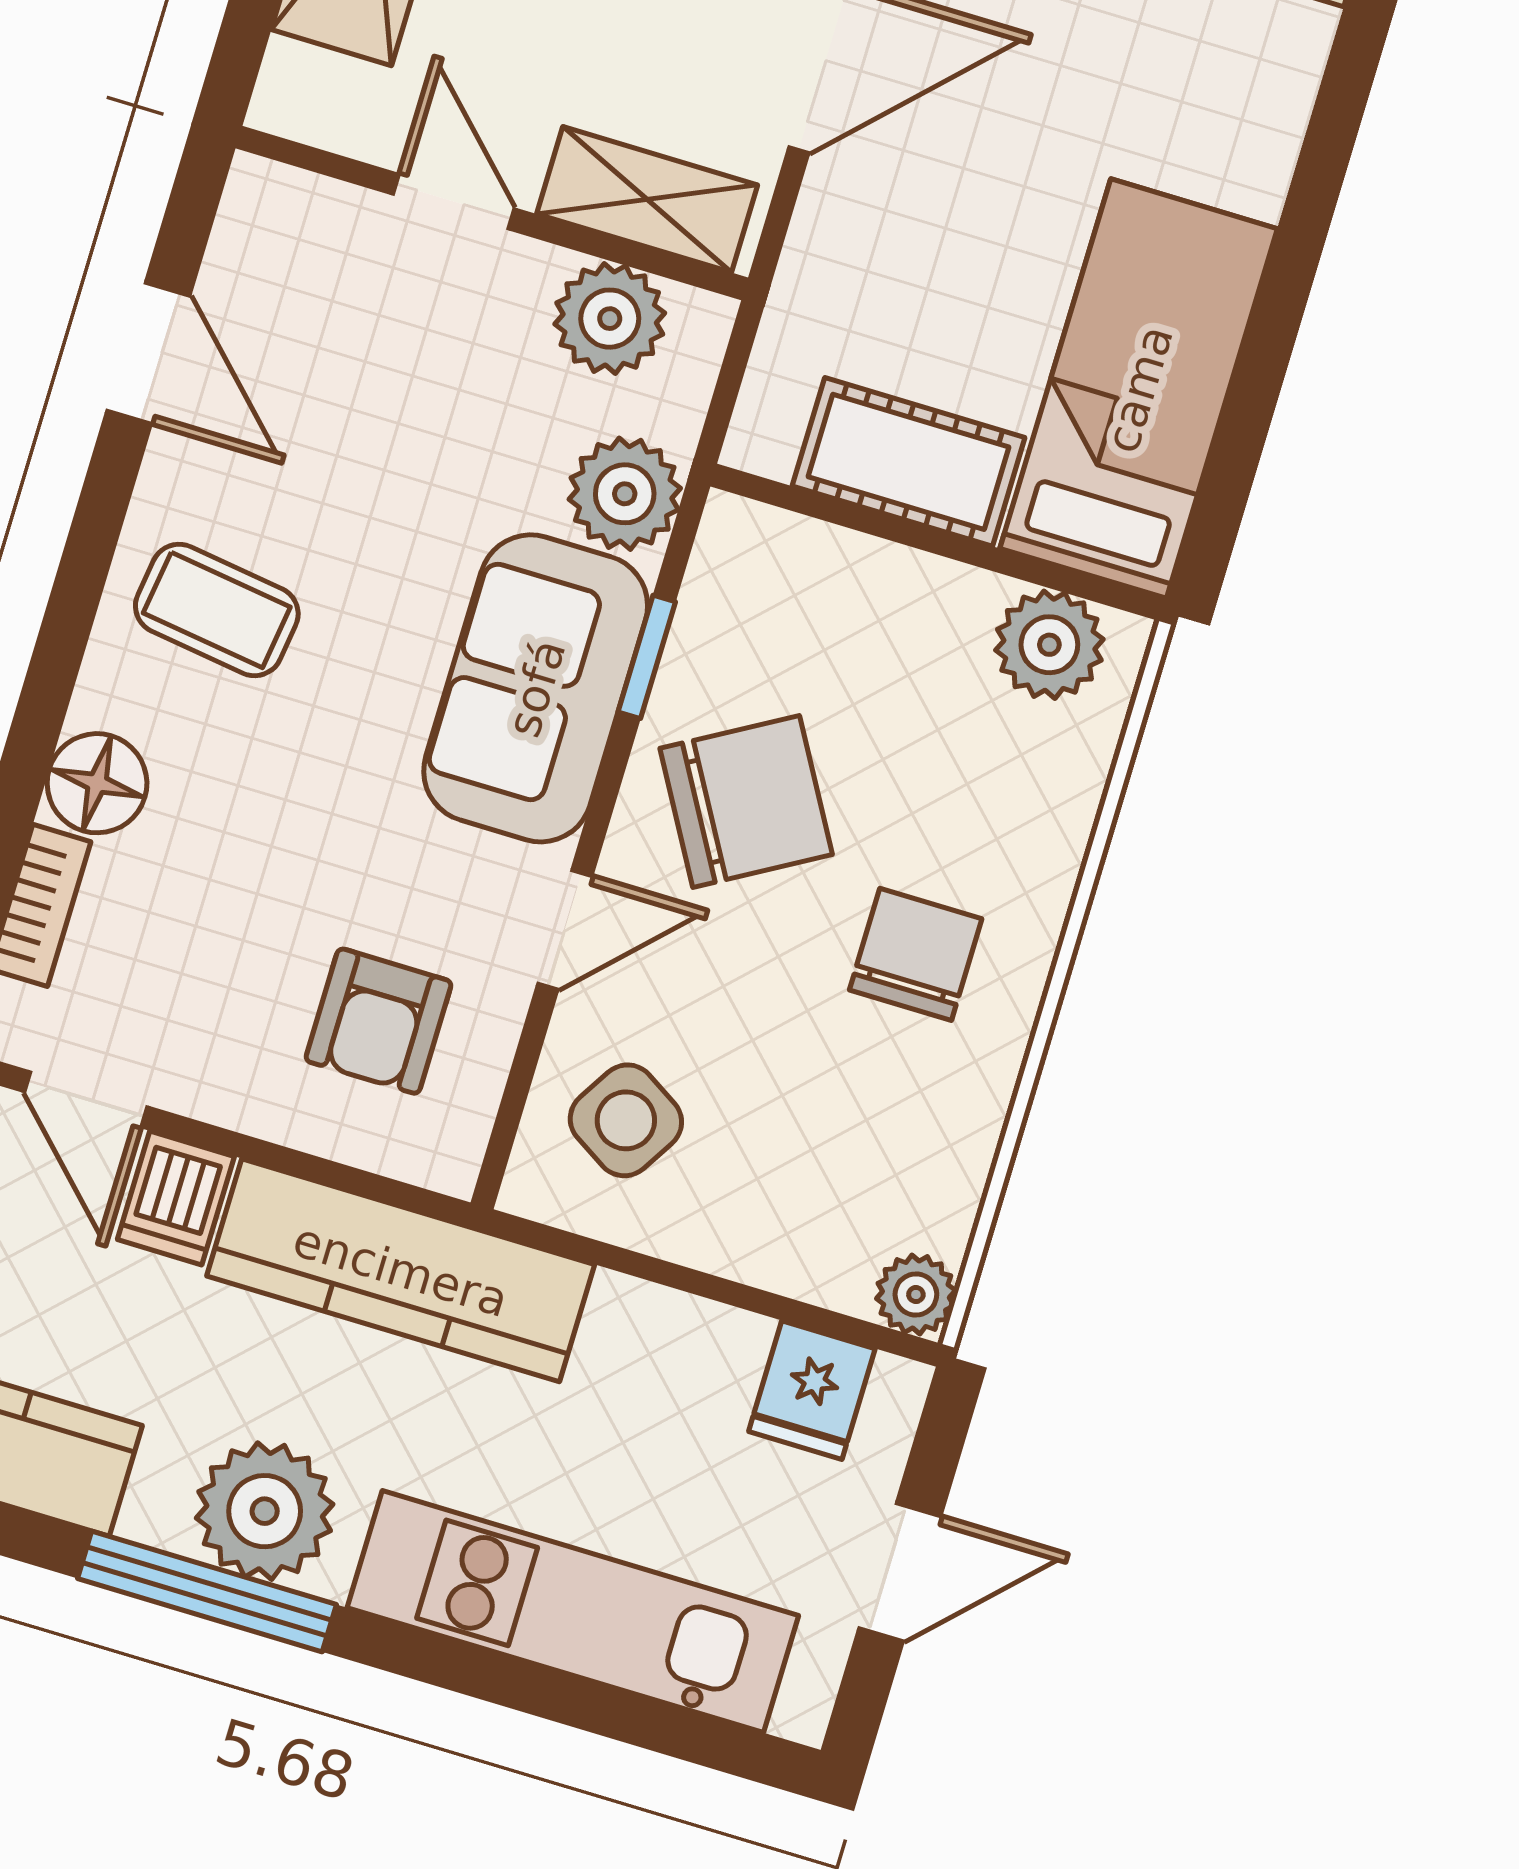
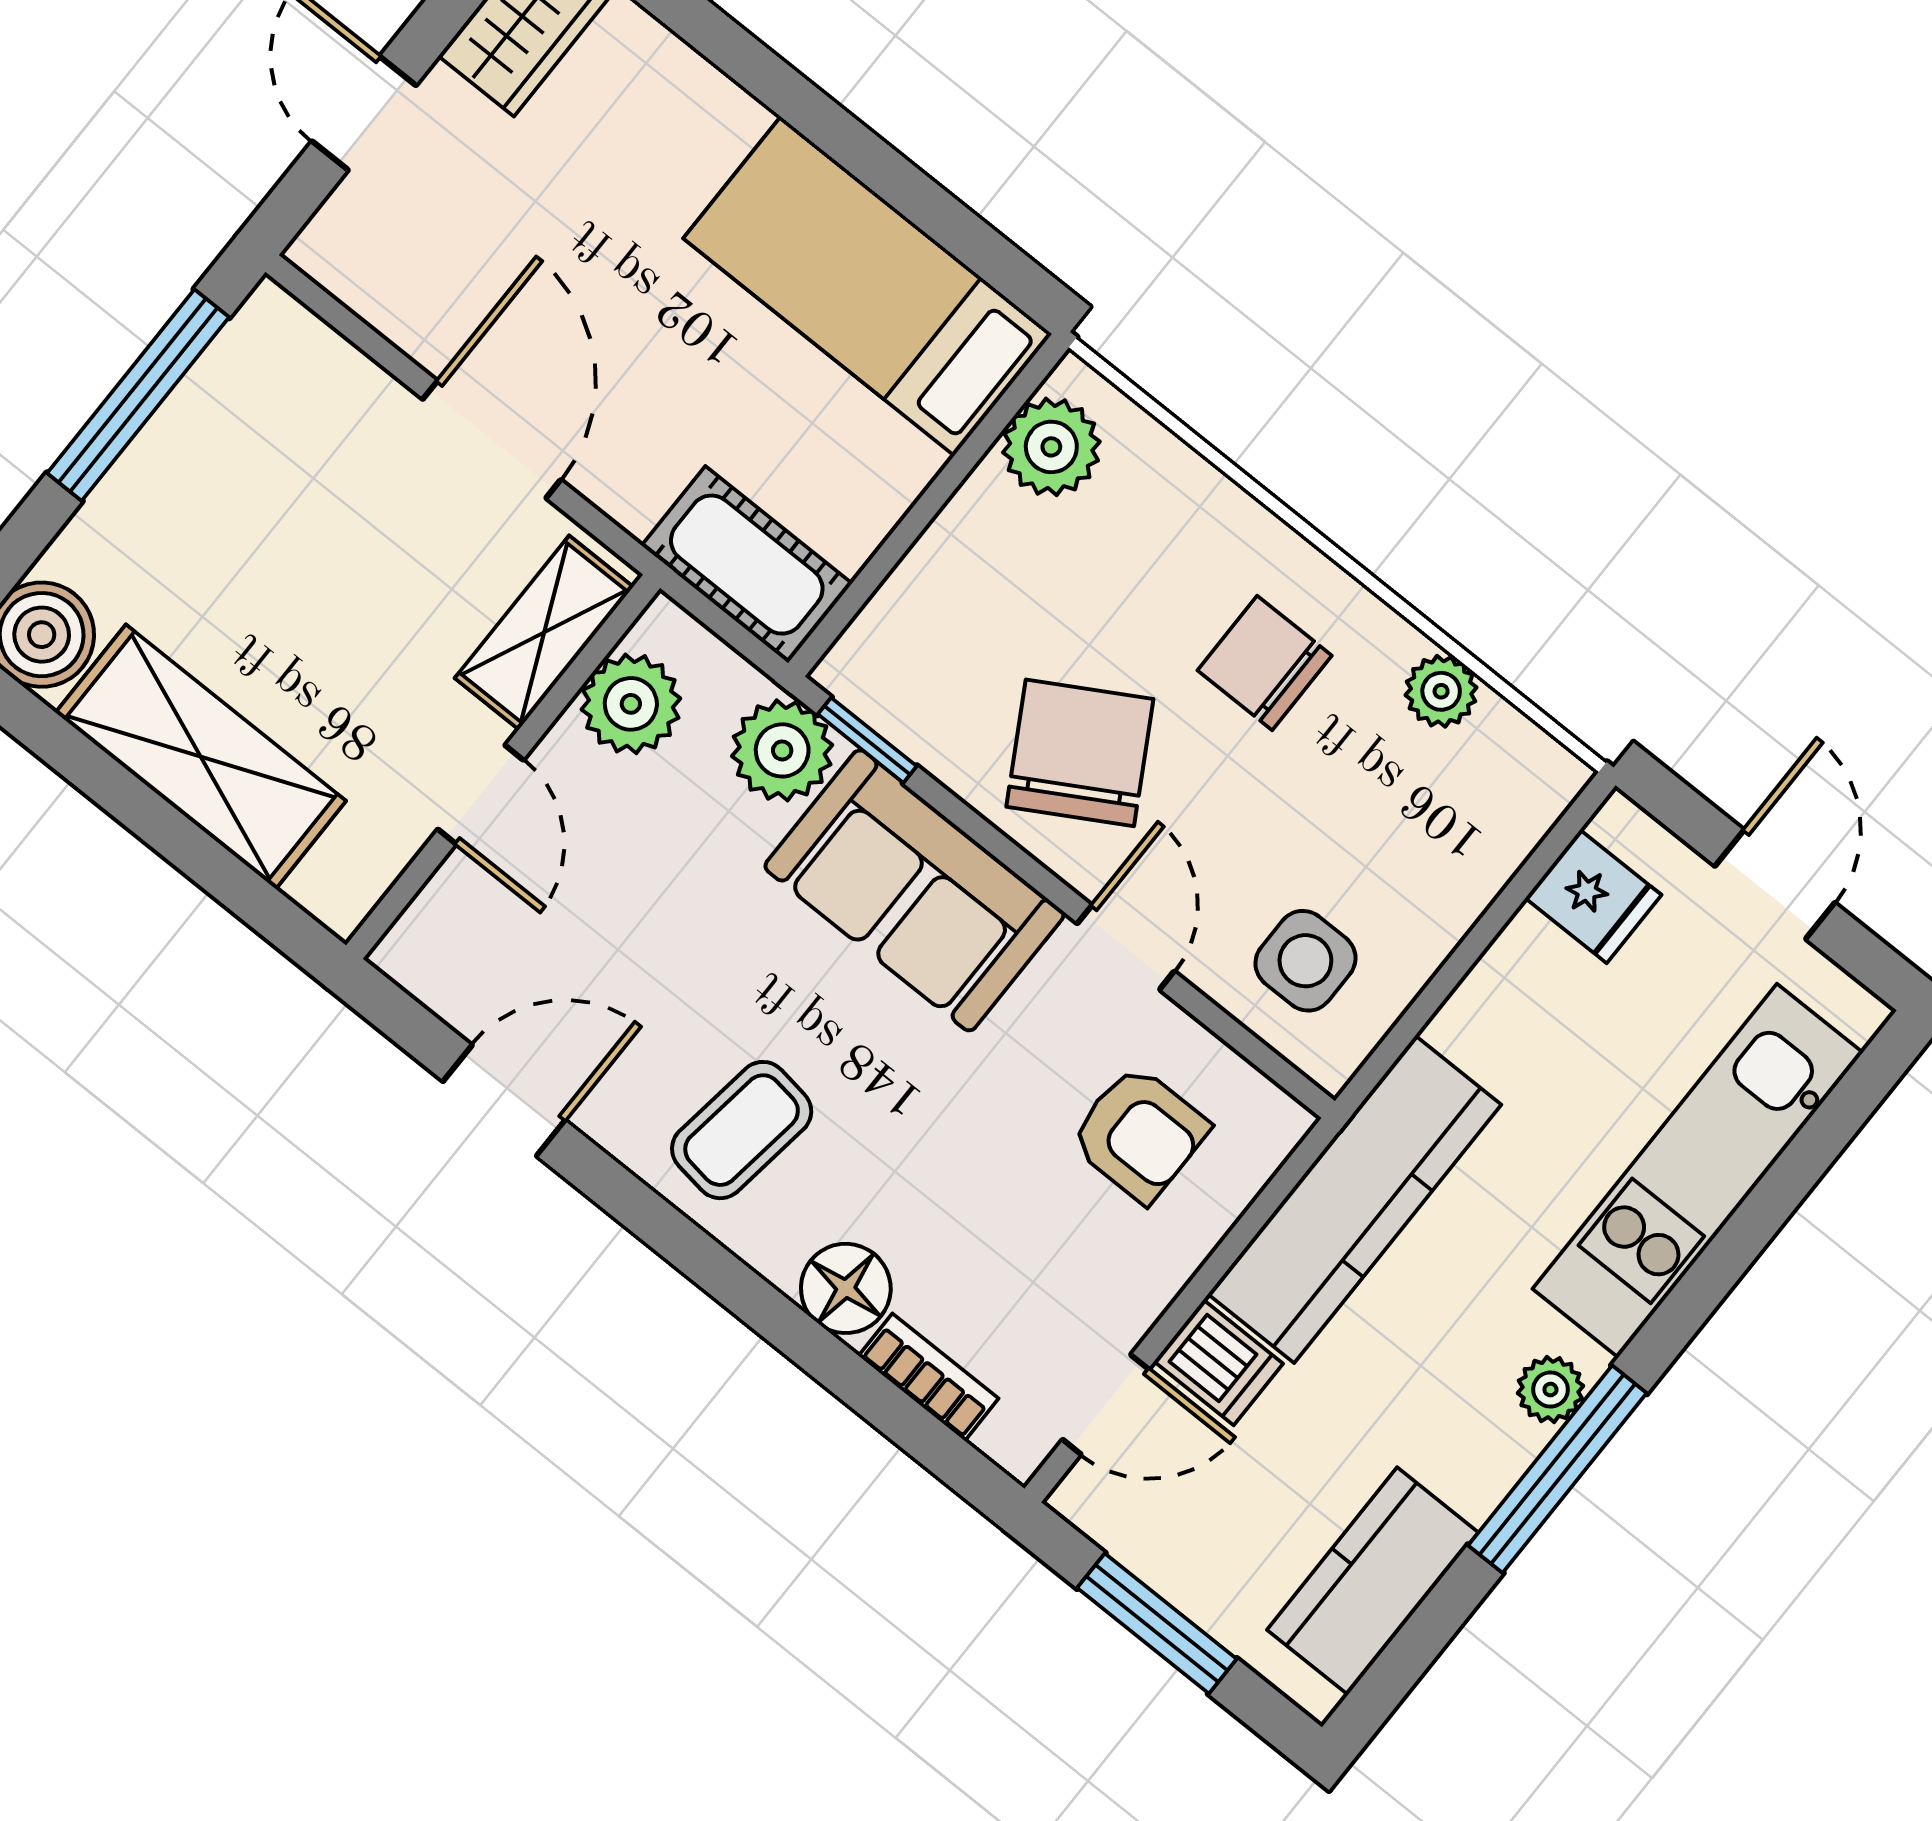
door: (454, 202) -> (481, 795), swing flipped
cot: (909, 462) -> (747, 565), moved, turned 90
window: (647, 657) -> (867, 740), moved
side table: (626, 1120) -> (1305, 961), turned -32
plant: (916, 1295) -> (1441, 691), moved
plant: (265, 1511) -> (1550, 1390), width x0.53, depth x0.53

